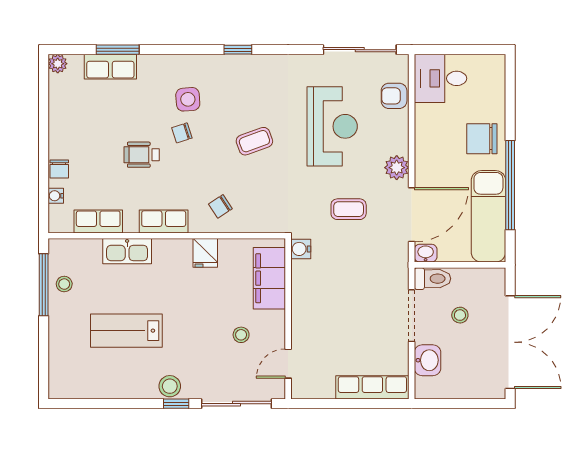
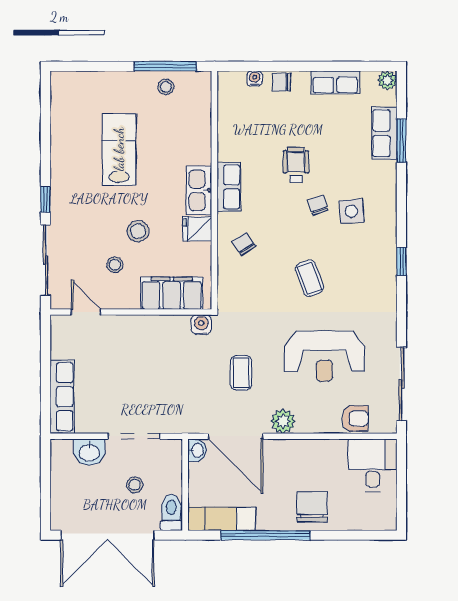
armchair: (394, 96) -> (355, 419), turned 90
exam couch: (488, 216) -> (222, 519), width x0.73, depth x0.69
row of seats: (98, 221) -> (335, 82), moved, turned 90
kitchen sink: (127, 251) -> (199, 190), moved
toilet: (433, 279) -> (171, 512), moved, turned 180
stool: (170, 386) -> (138, 231), moved

